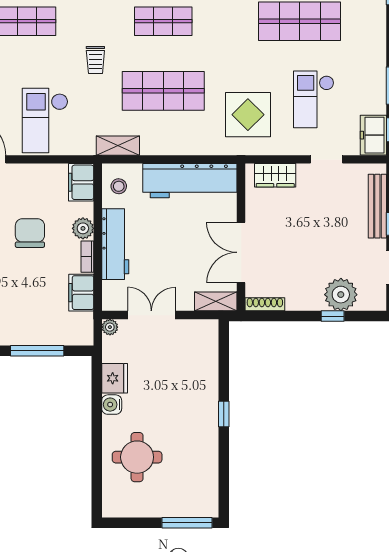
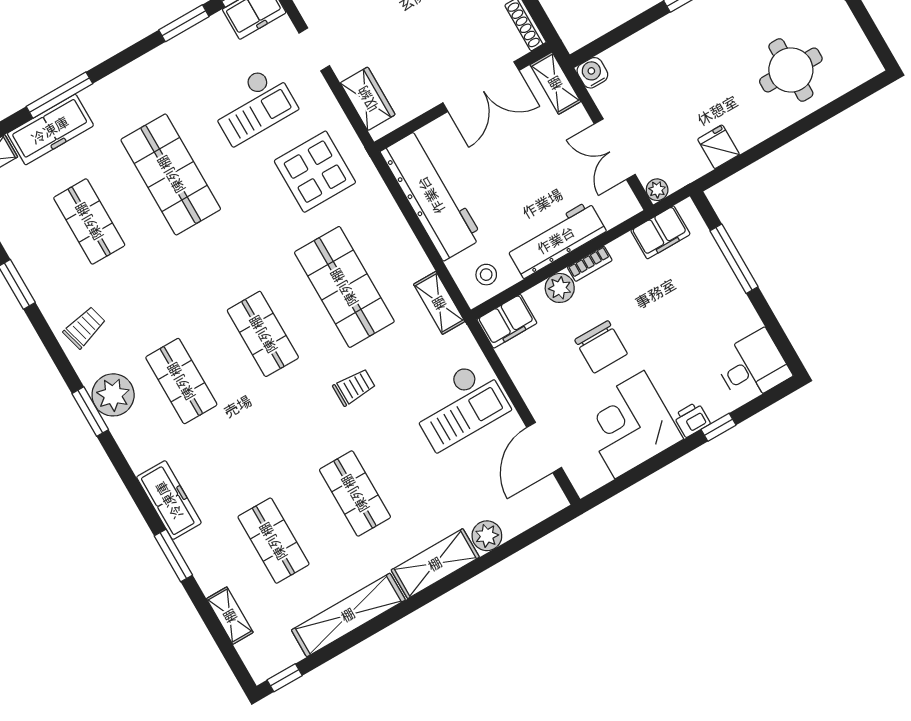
chair: (30, 233) -> (601, 347), turned -90
filing cabinet: (81, 293) -> (660, 232), moved
fridge: (115, 378) -> (718, 147), width x0.72
water cooler: (112, 405) -> (592, 73), moved, turned 180

